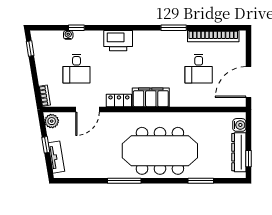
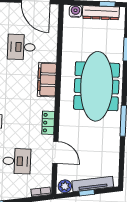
desk: (199, 69) -> (21, 47), turned 180
filing cabinet: (151, 97) -> (47, 80), moved
tv unit: (56, 157) -> (93, 184), width x1.41

